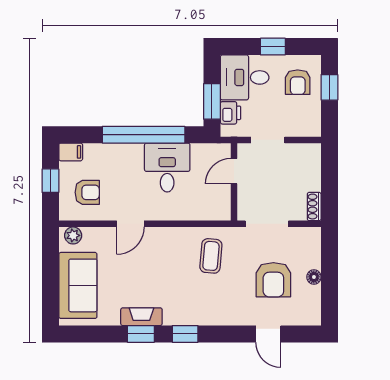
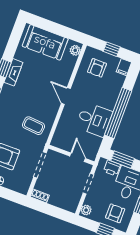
armchair: (298, 82) -> (115, 213), turned 90
plant: (309, 128) -> (86, 210), added
door: (130, 224) -> (66, 96), moved

